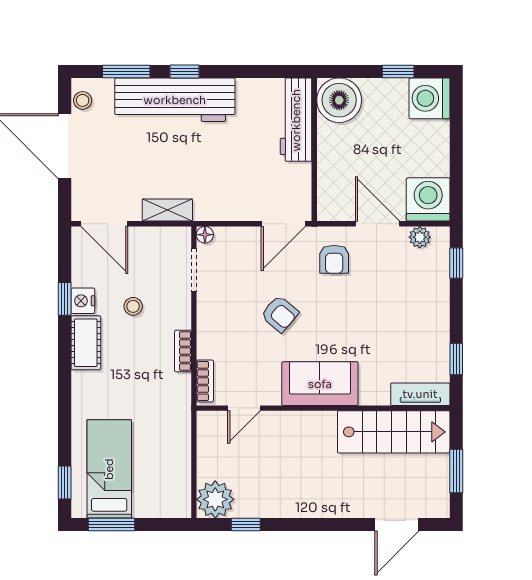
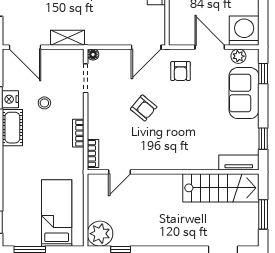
sofa: (320, 384) -> (244, 93), moved, turned -90
bed: (109, 469) -> (57, 213), moved

